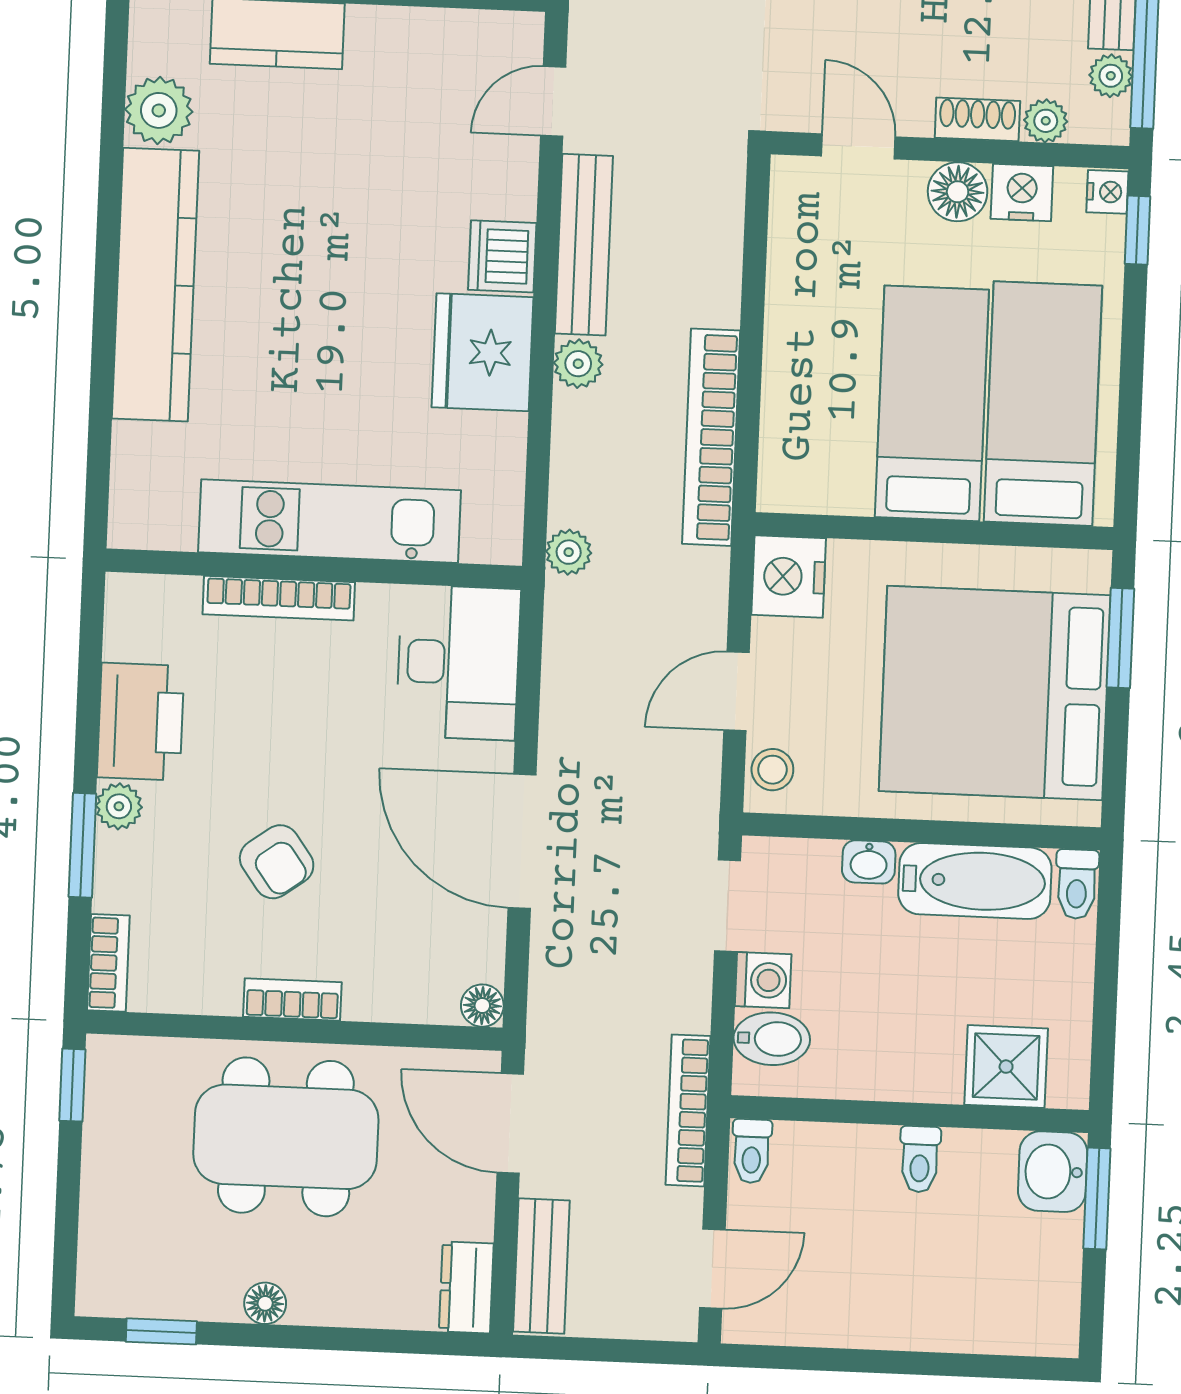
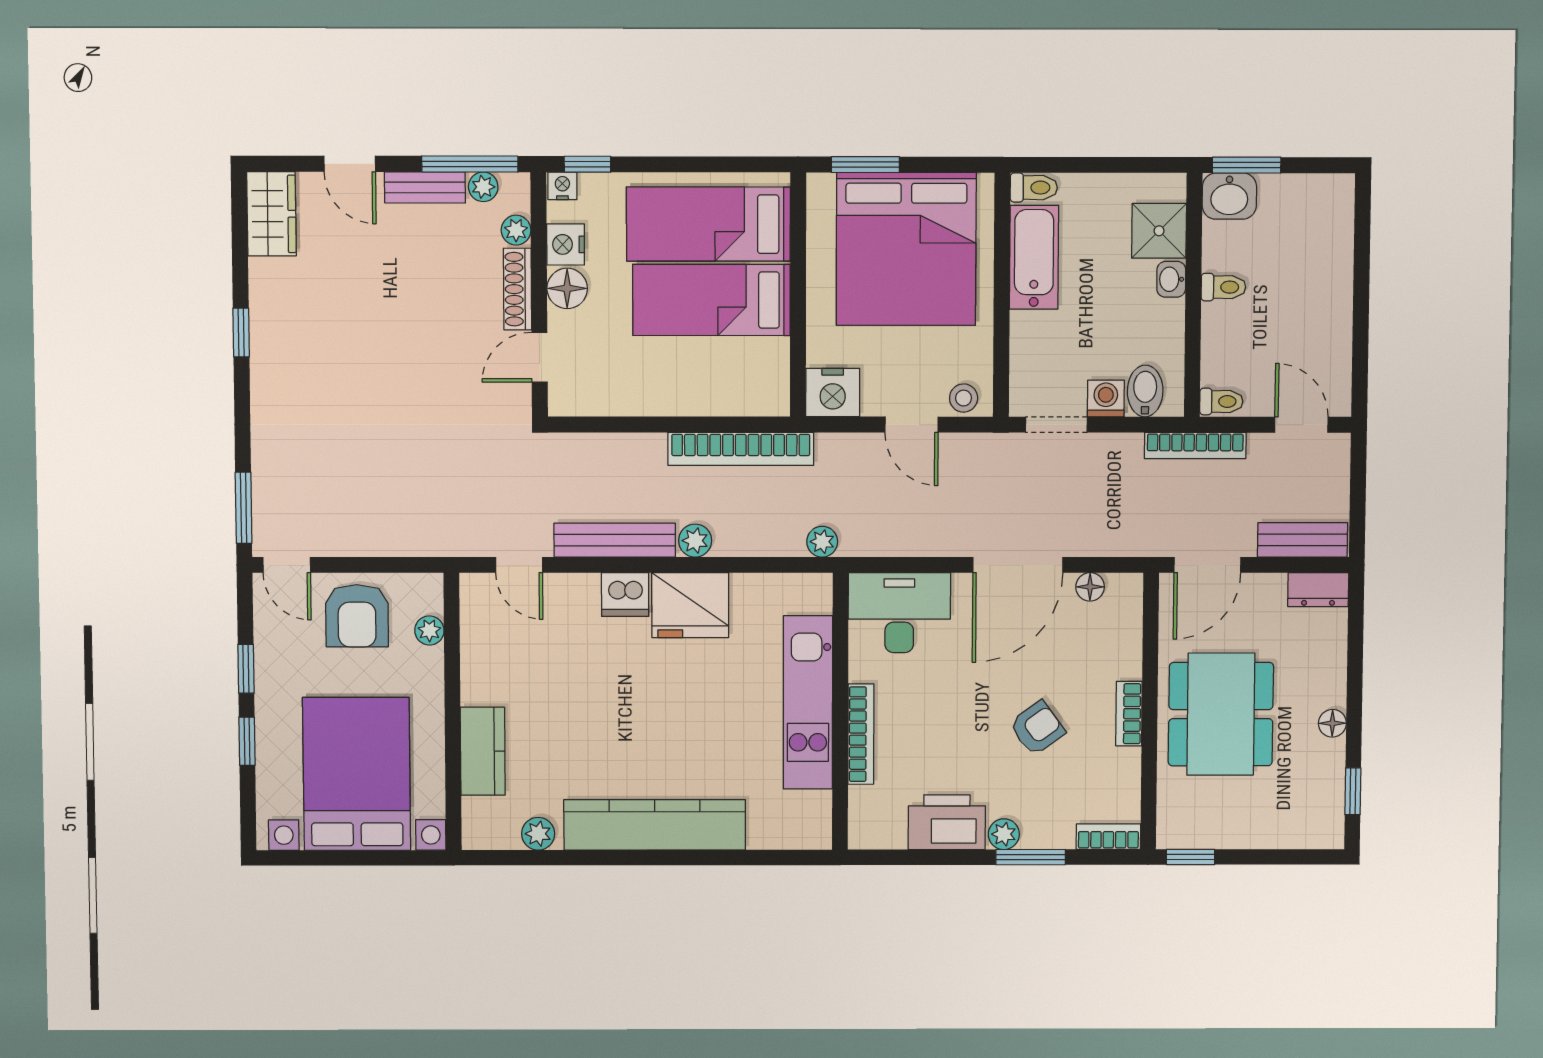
plant: (159, 110) -> (538, 834), width x0.73, depth x0.73
shoe rack: (977, 119) -> (517, 289), width x1.43
washbasin: (869, 862) -> (1171, 279), moved, turned 180
floor lamp: (482, 1006) -> (1090, 587), moved

